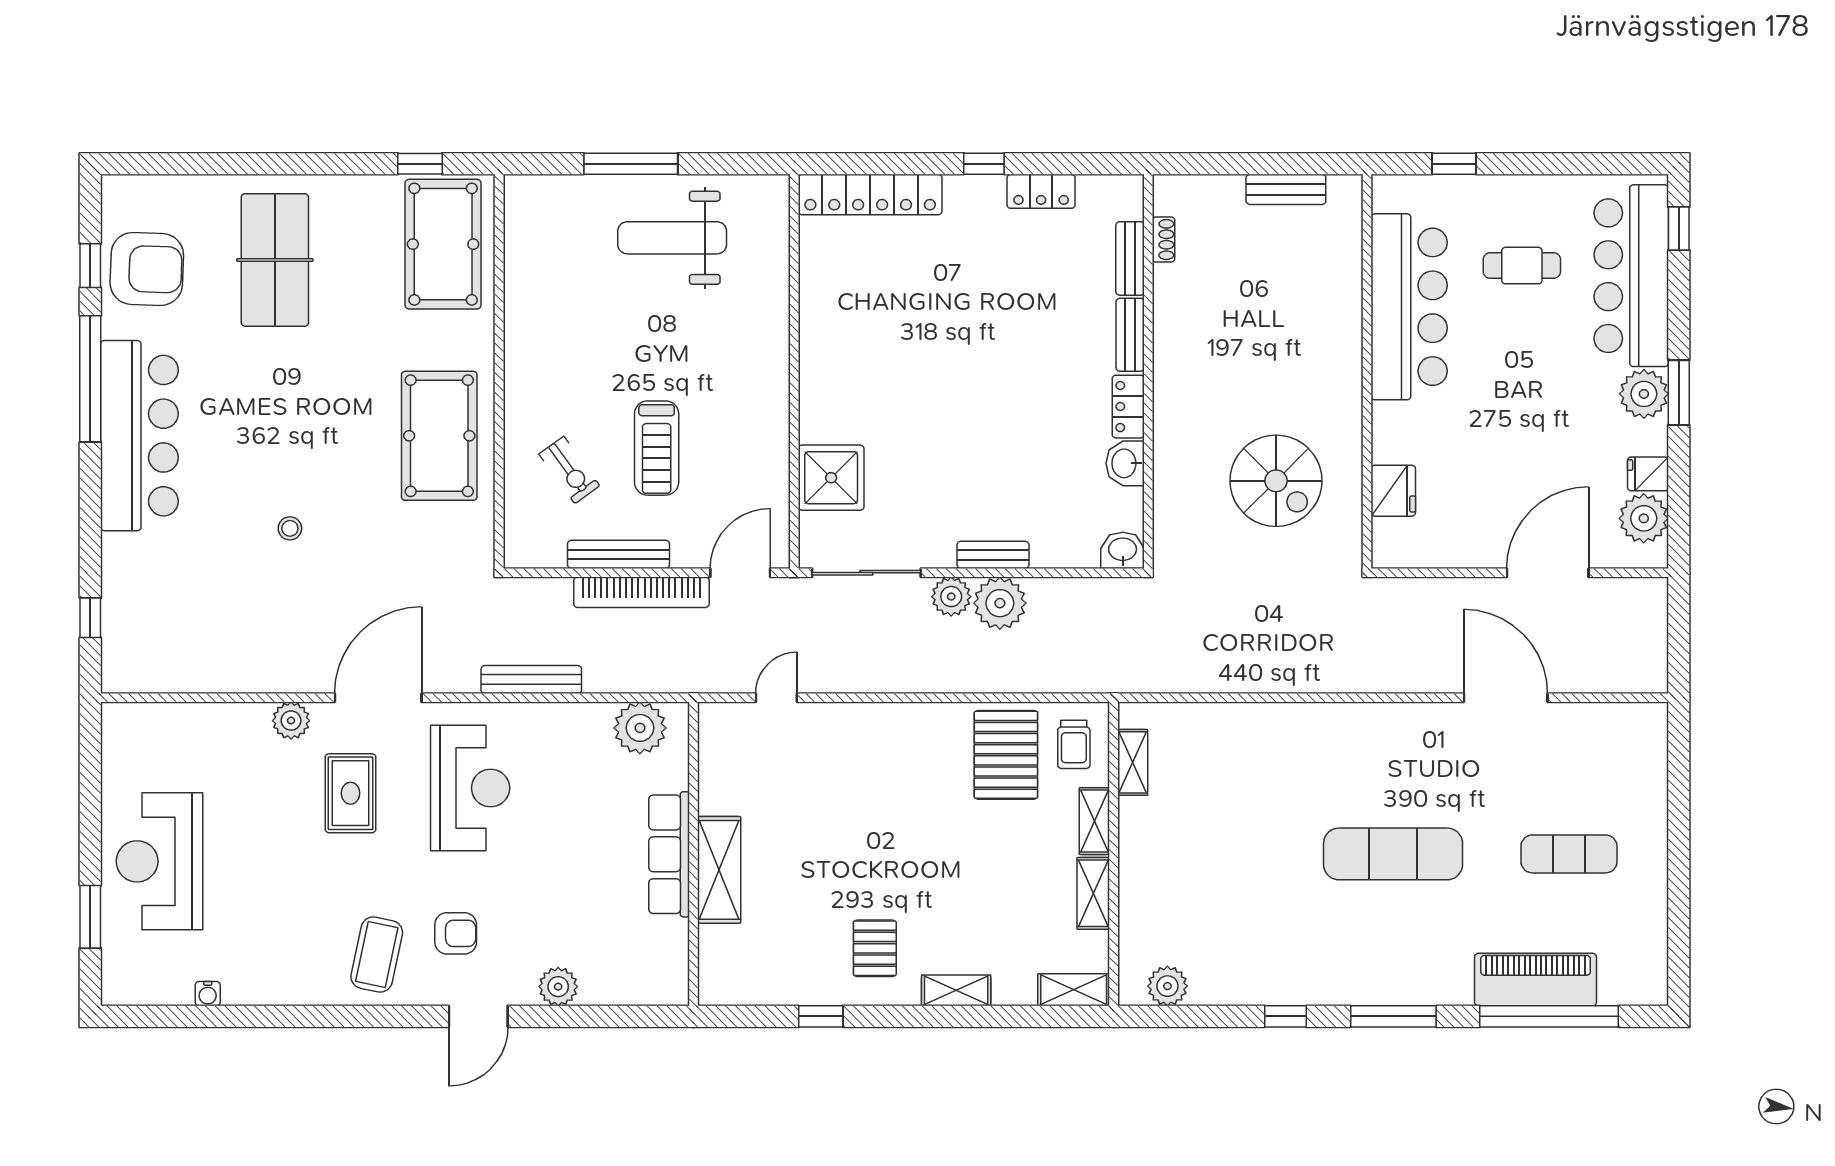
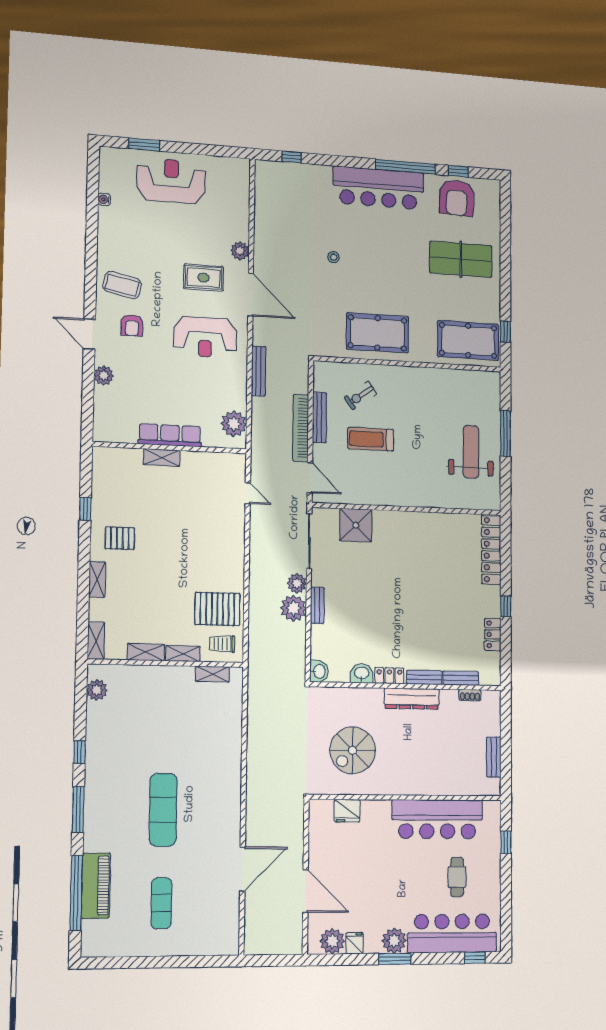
dresser: (1173, 360) -> (412, 699), added
shelving: (719, 870) -> (162, 458), width x0.67, depth x0.75

